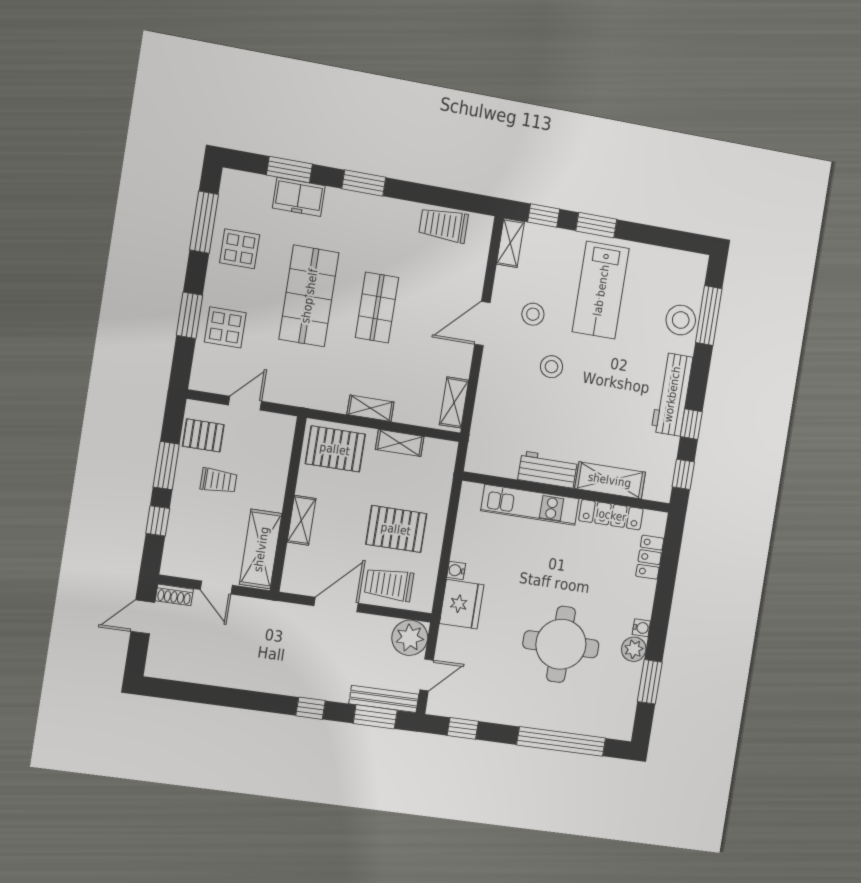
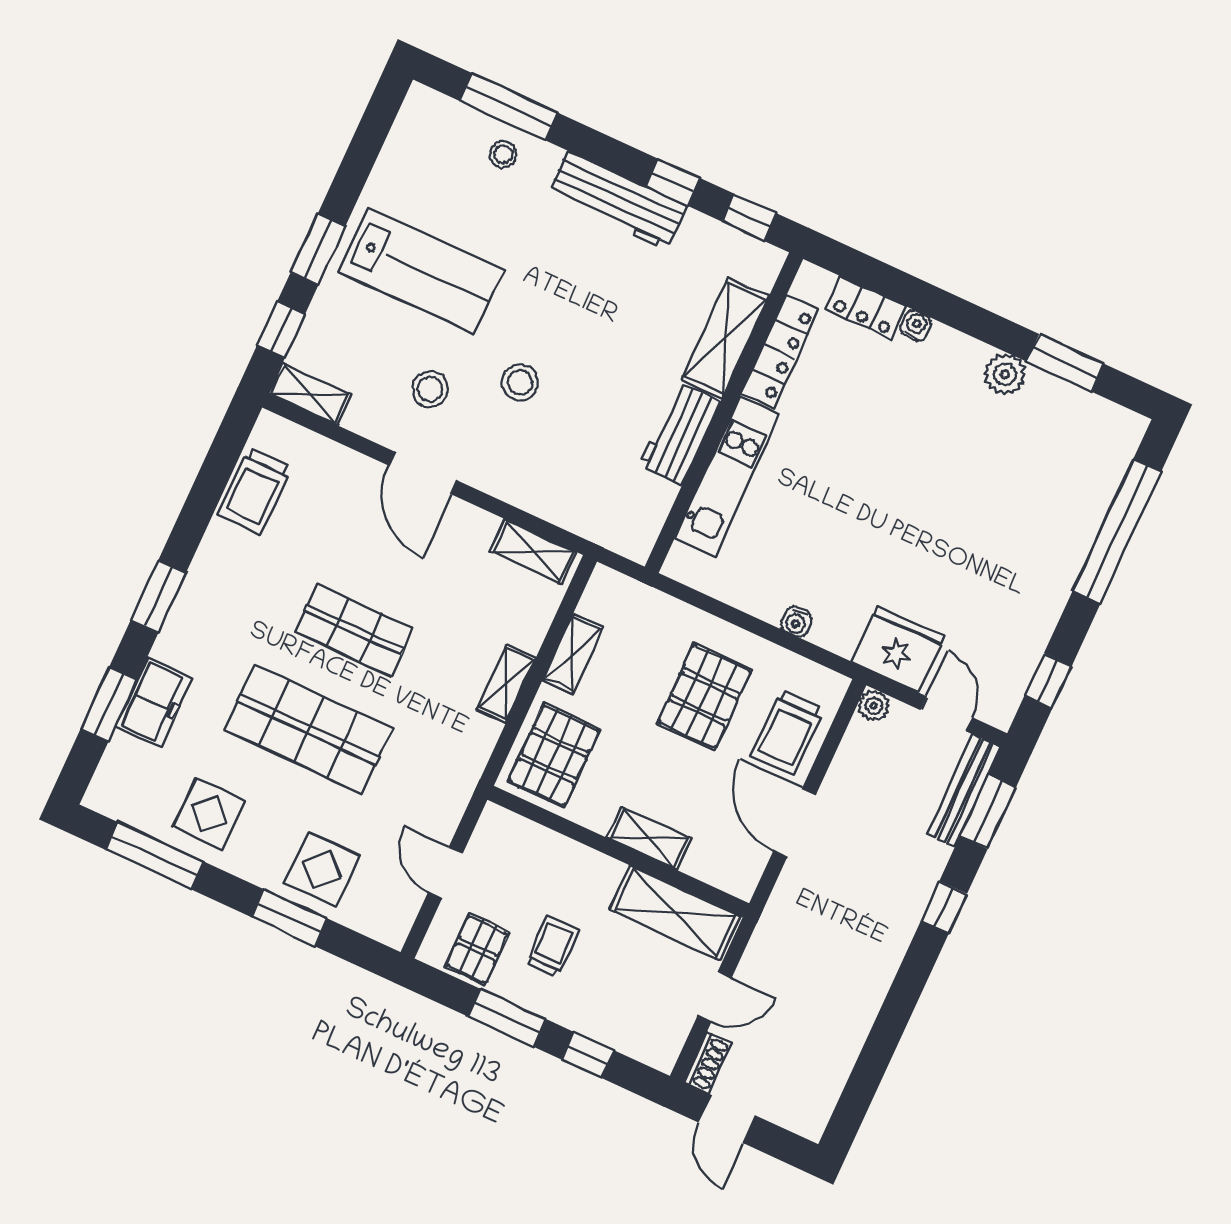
stool: (681, 320) -> (503, 154), width x0.53, depth x0.53
fridge: (462, 604) -> (898, 649), moved
water cooler: (641, 628) -> (916, 326), moved
plant: (410, 638) -> (874, 706), width x0.53, depth x0.53
round table: (561, 644) -> (962, 489), removed

